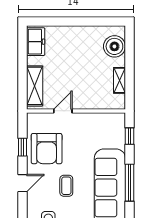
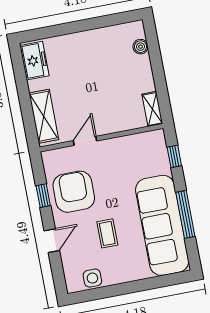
boiler: (114, 46) -> (140, 47), width x0.54, depth x0.54
shelving: (119, 80) -> (152, 109), moved
armchair: (47, 149) -> (74, 192), turned 180

